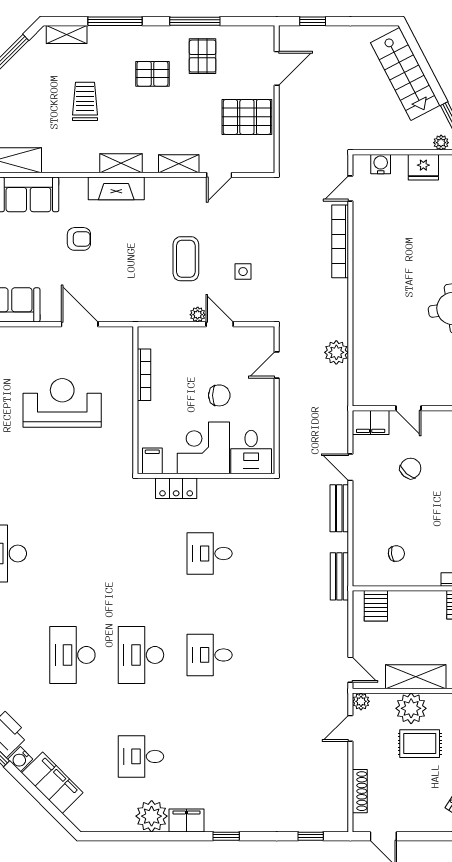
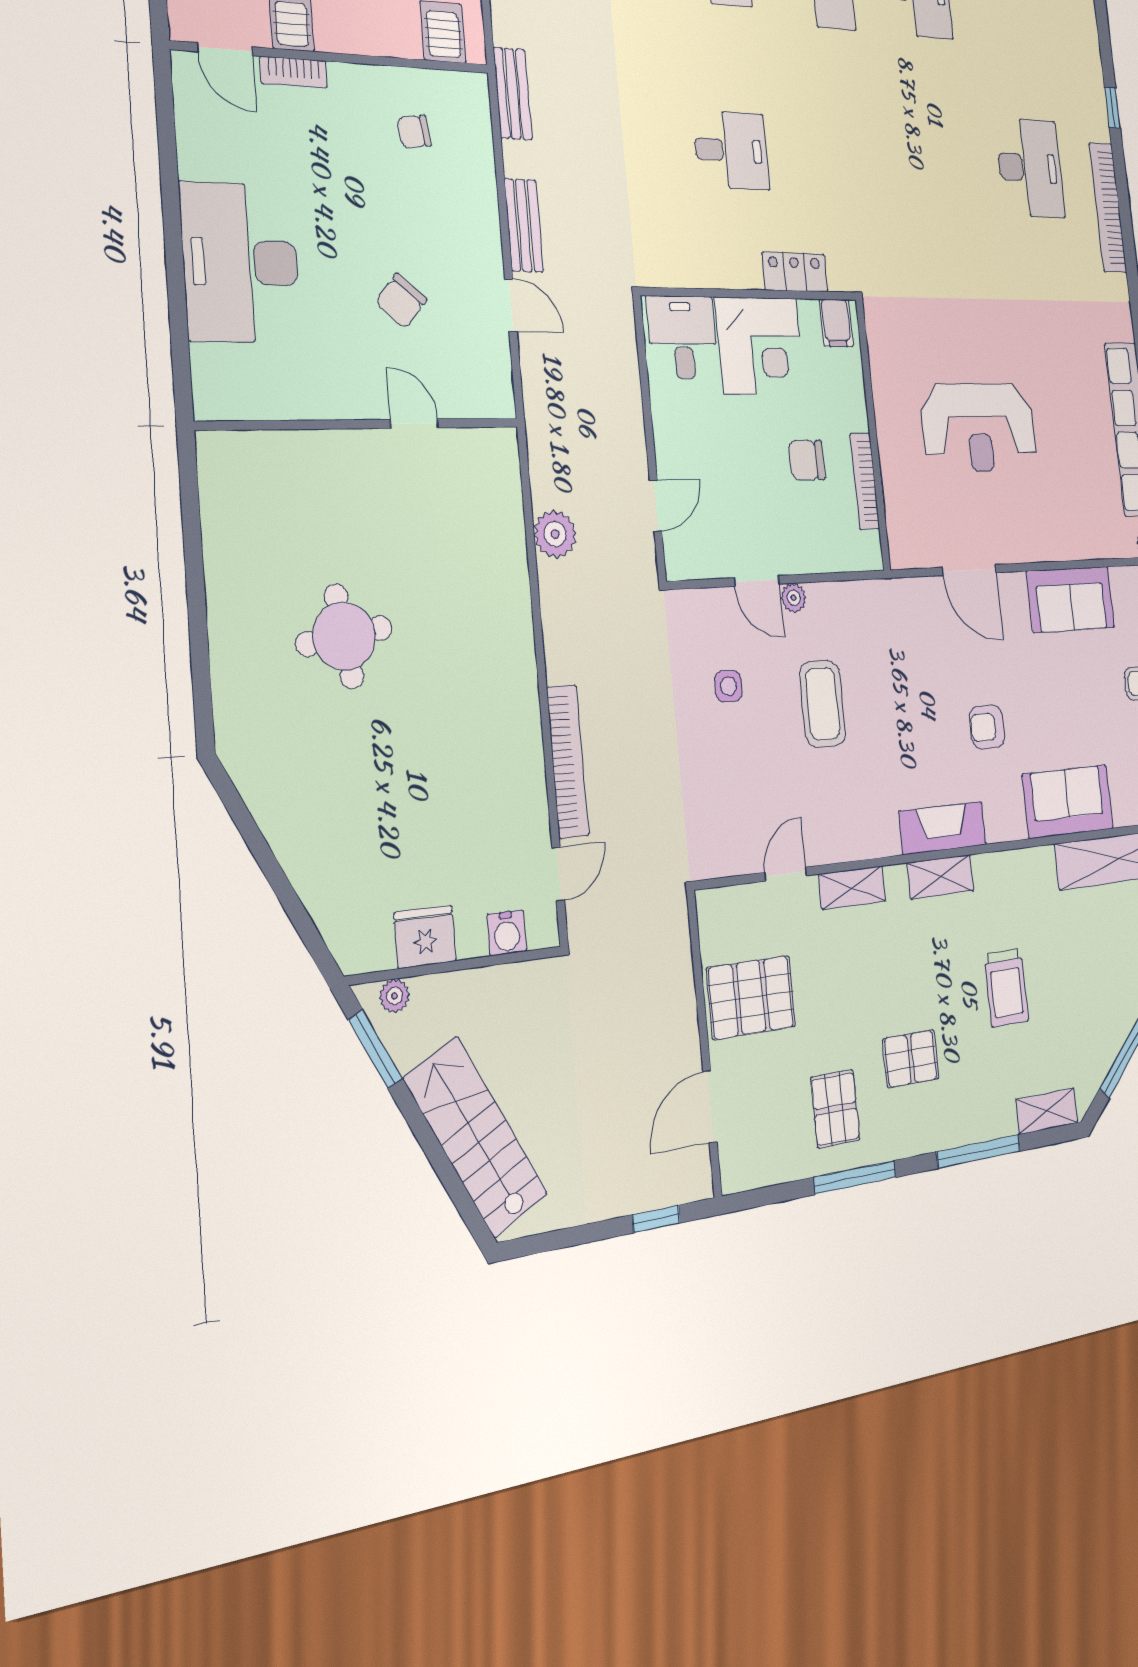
chair: (219, 395) -> (807, 460), moved
filing cabinet: (371, 422) -> (482, 394), removed

